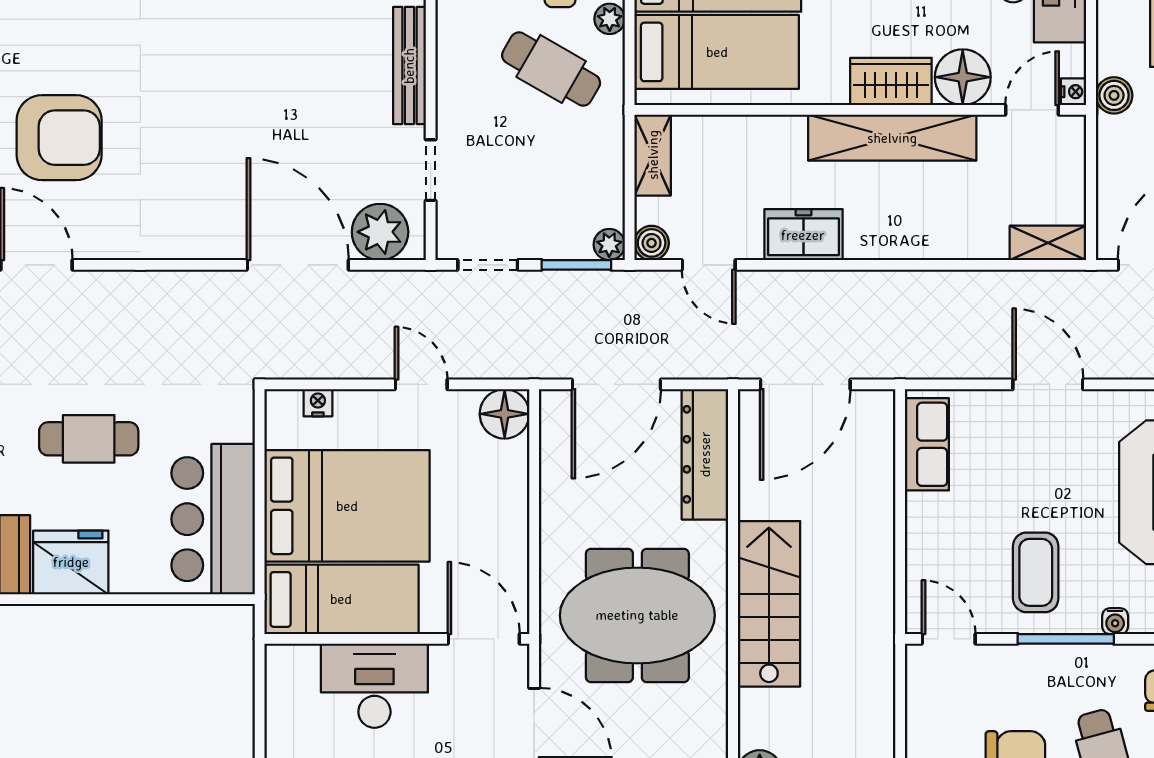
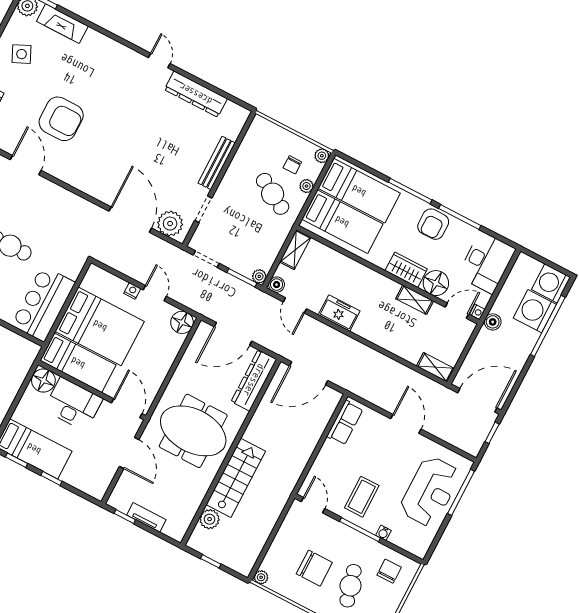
shelving: (892, 138) -> (415, 300), width x0.45, depth x0.75
nightstand: (318, 403) -> (132, 291), moved
stairs: (769, 604) -> (236, 478), moved
floor lamp: (292, 670) -> (43, 380), added

